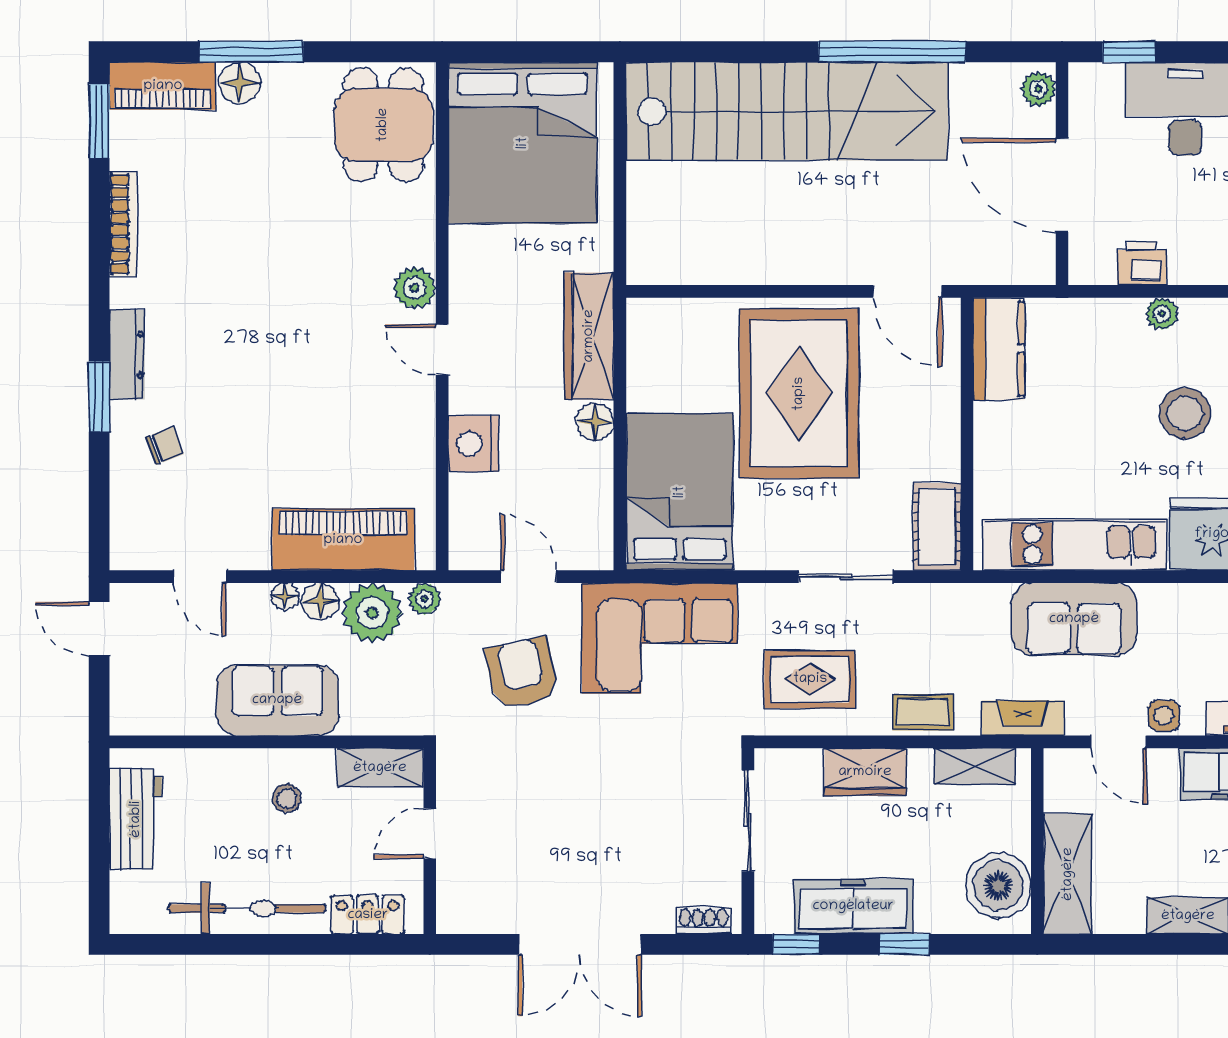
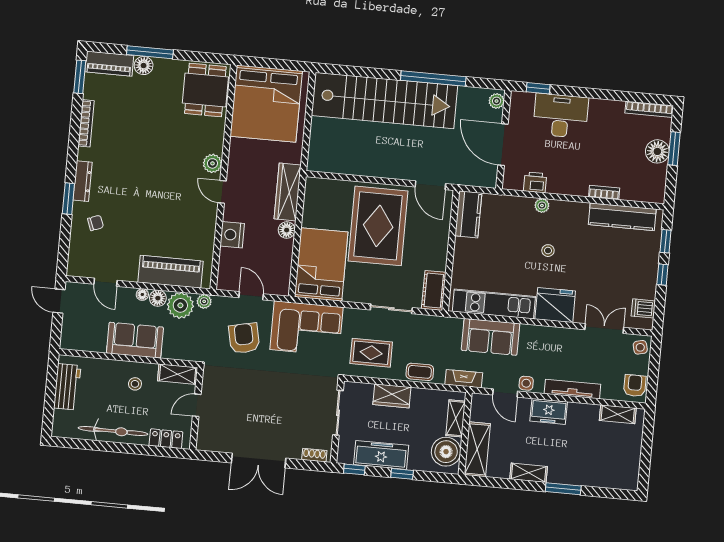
stool: (1185, 413) -> (548, 251), width x0.53, depth x0.53
shelving: (975, 766) -> (456, 418), moved, turned 90

